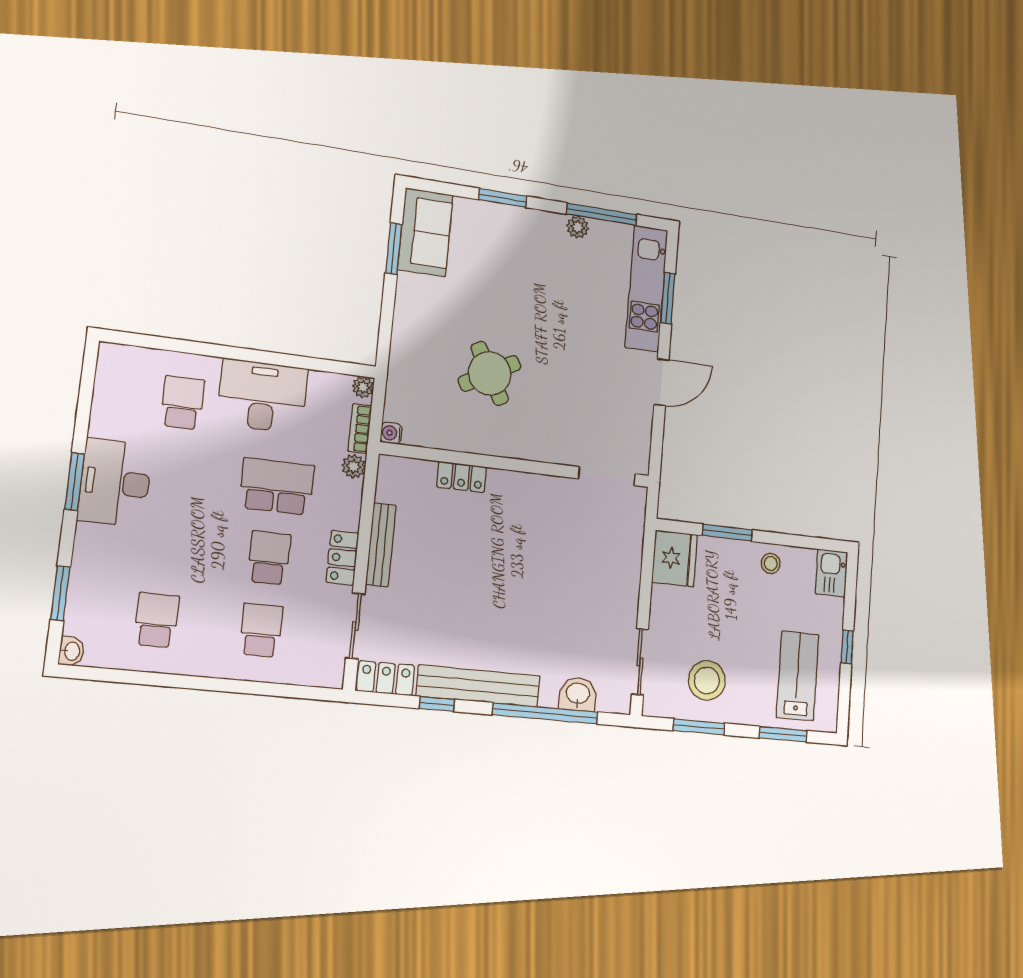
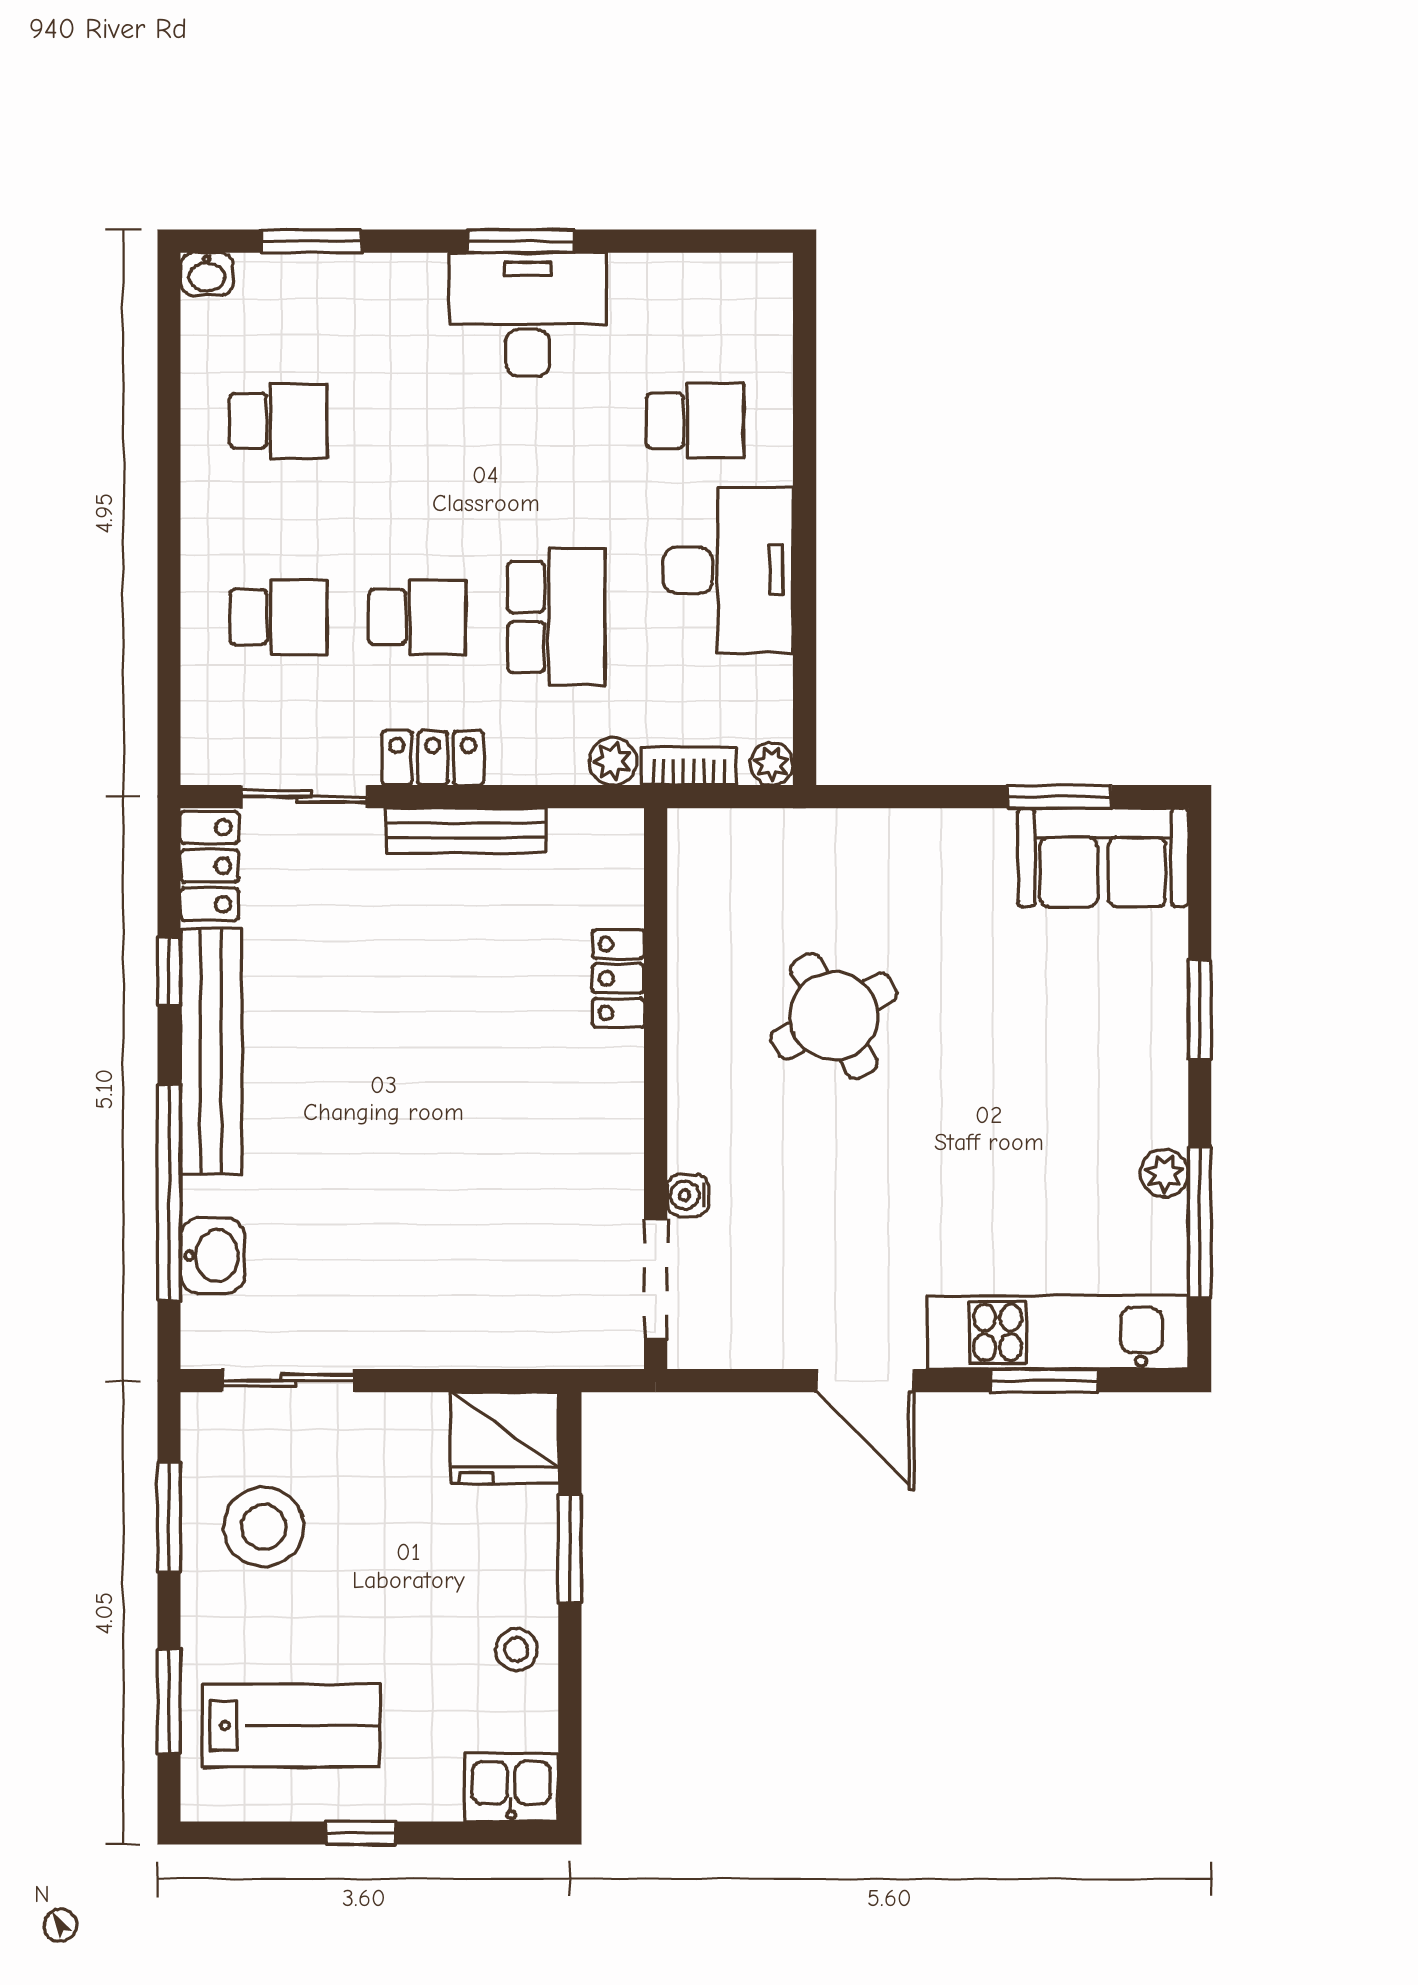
water cooler: (391, 433) -> (688, 1195), moved, turned -90

